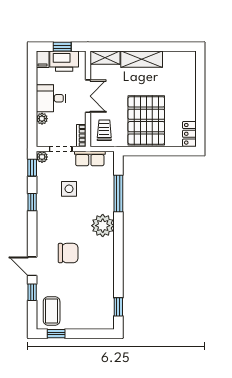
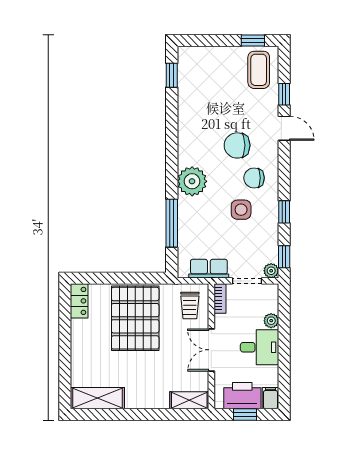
shelving: (142, 59) -> (97, 398), moved
side table: (69, 189) -> (241, 210), moved
chair: (55, 228) -> (254, 178), added

